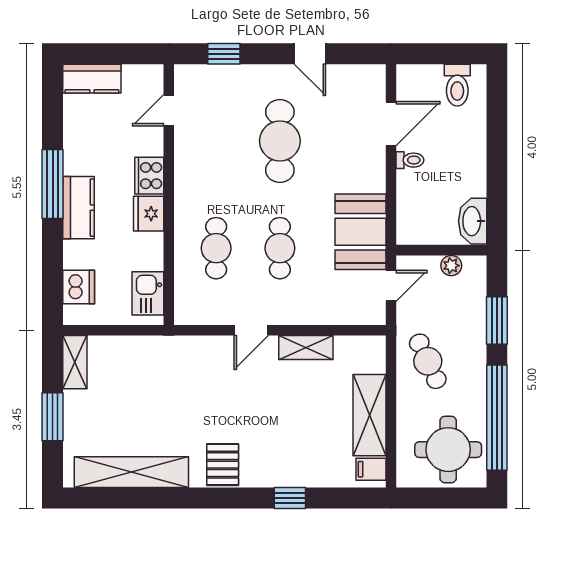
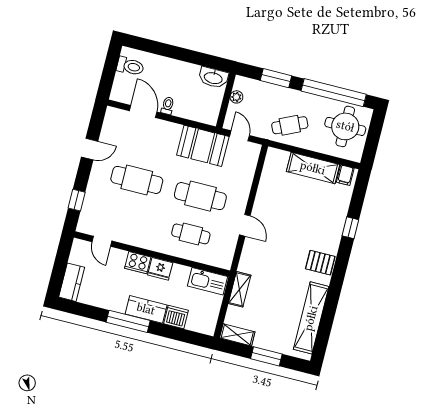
cafe table: (280, 248) -> (200, 196), width x1.37, depth x1.35
dishwasher: (79, 287) -> (176, 317), moved
kitchen sink: (148, 293) -> (207, 281), width x1.38
shelving: (306, 347) -> (240, 289), moved

